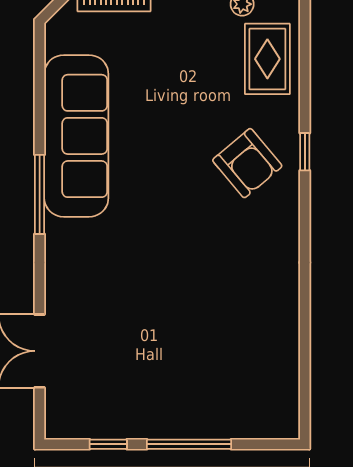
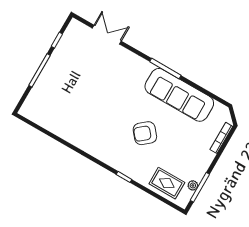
armchair: (247, 163) -> (145, 133), moved

